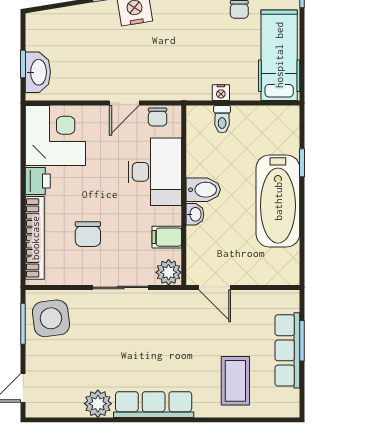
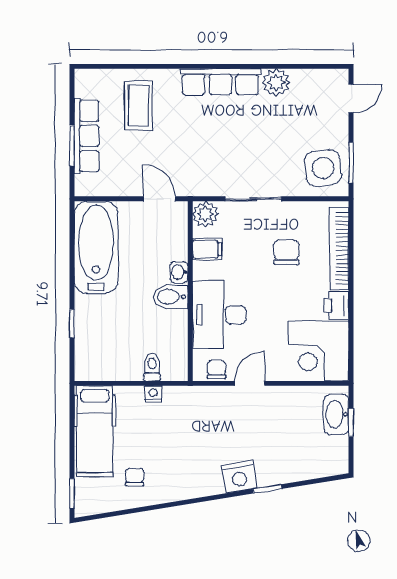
bathtub: (278, 201) -> (96, 247), moved

